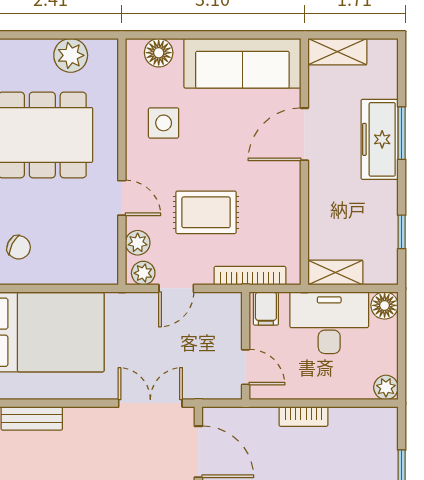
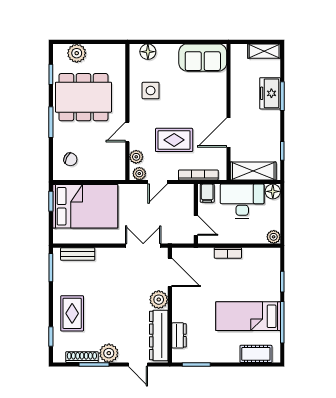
shelving: (337, 52) -> (264, 51), moved
plant: (71, 55) -> (77, 53), moved
sofa: (242, 63) -> (203, 58), width x0.73
door: (304, 134) -> (228, 133), moved
freezer: (380, 139) -> (270, 93), width x0.71
door: (122, 198) -> (127, 132), swing flipped
shelving: (335, 272) -> (253, 171), width x1.50, depth x1.33

